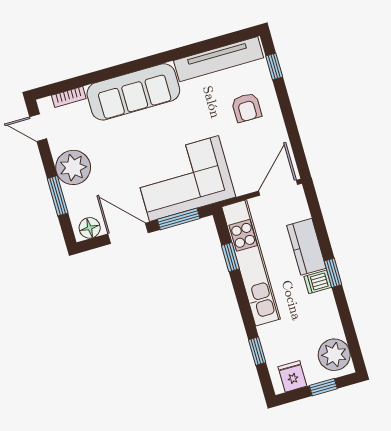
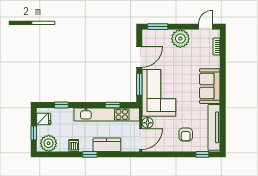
sofa: (133, 92) -> (210, 86), width x0.73
armchair: (247, 108) -> (186, 135), turned -90
door: (278, 188) -> (141, 139), hinge flipped
window: (58, 196) -> (158, 27), moved
floor lamp: (90, 228) -> (148, 123), moved
dishwasher: (318, 282) -> (74, 145), moved

